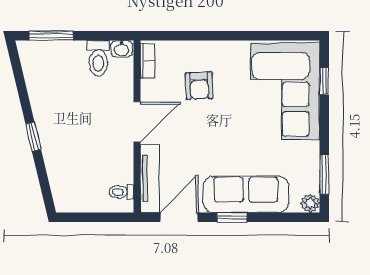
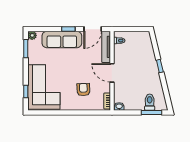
toilet: (98, 58) -> (150, 102), moved
door: (137, 122) -> (112, 73), hinge flipped

